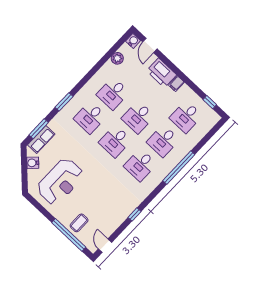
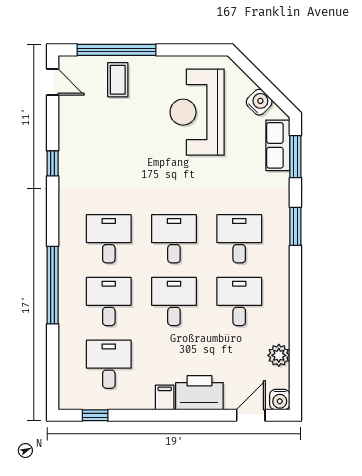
door: (150, 45) -> (251, 415), hinge flipped

